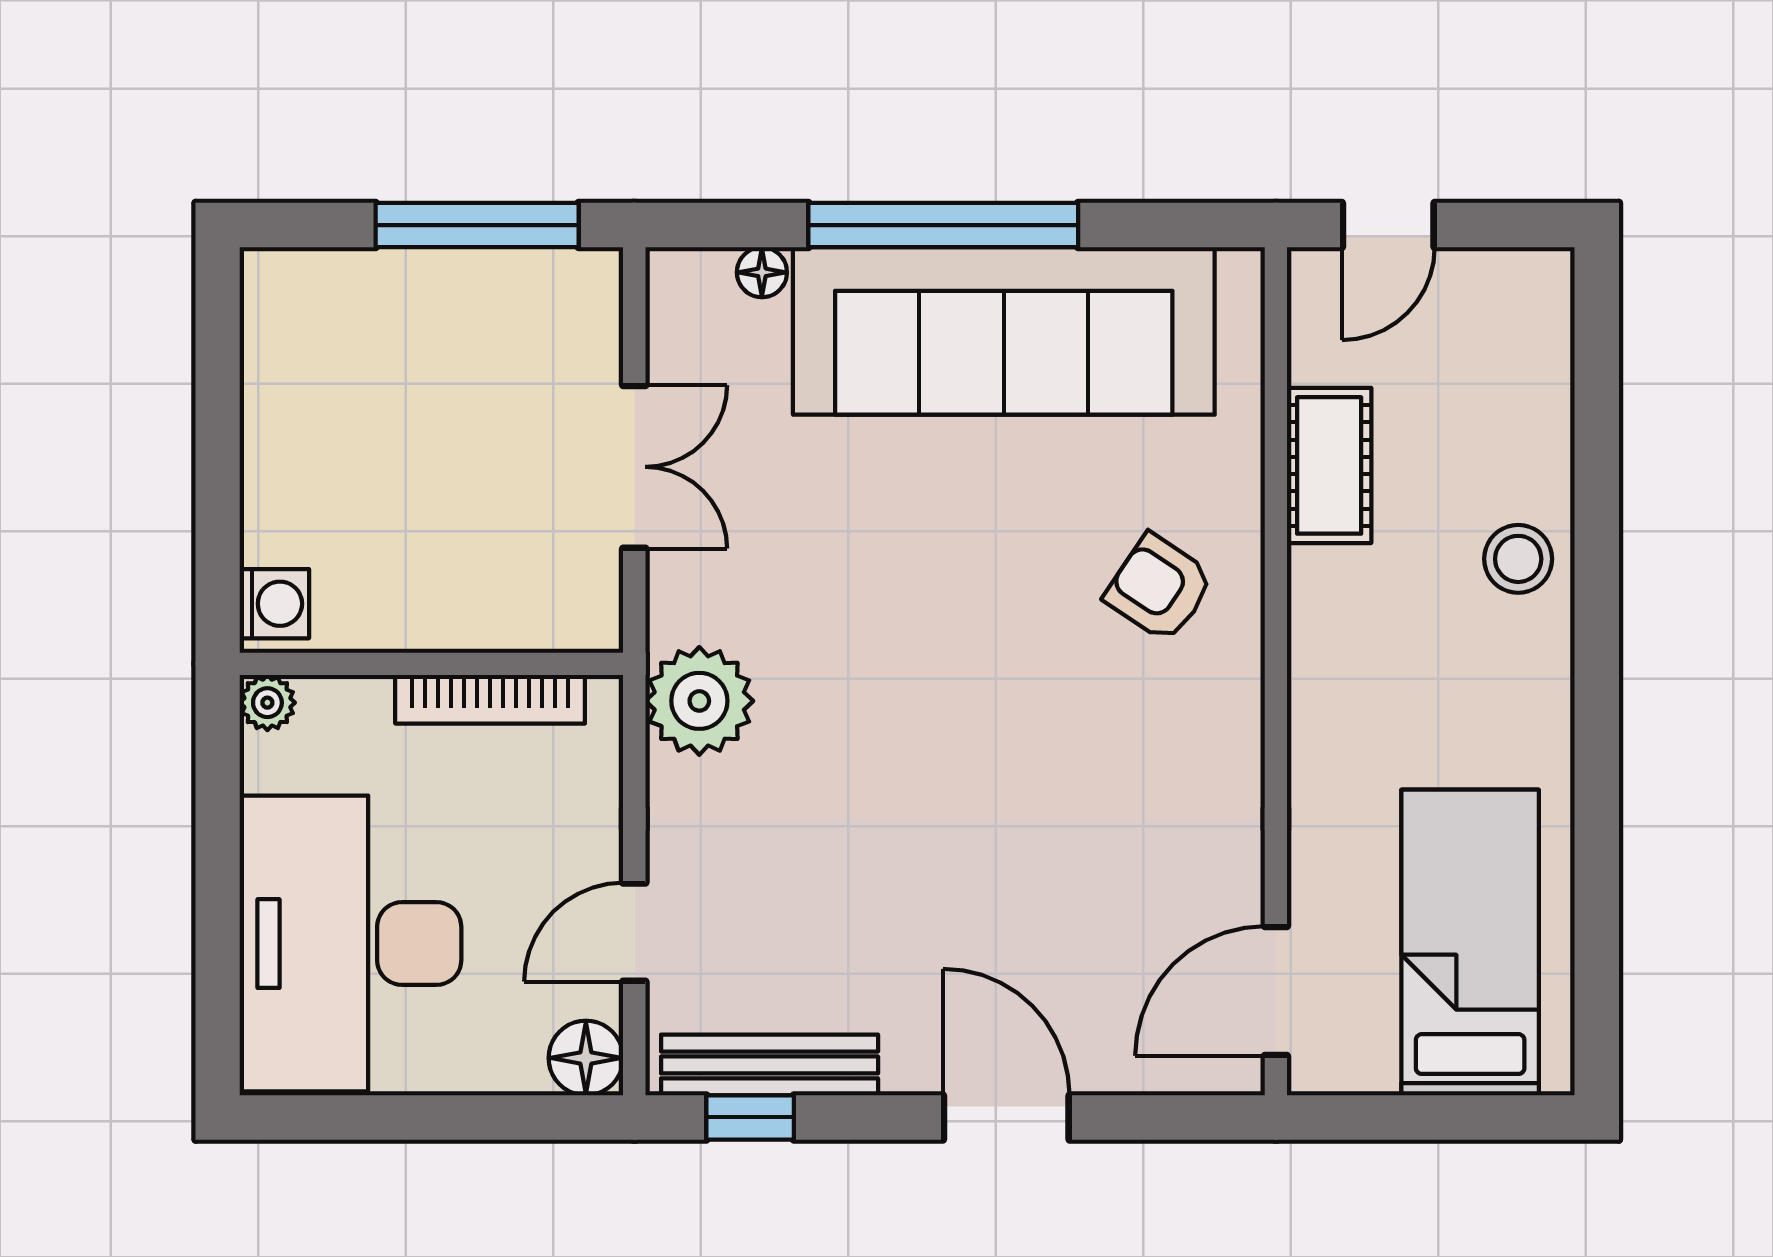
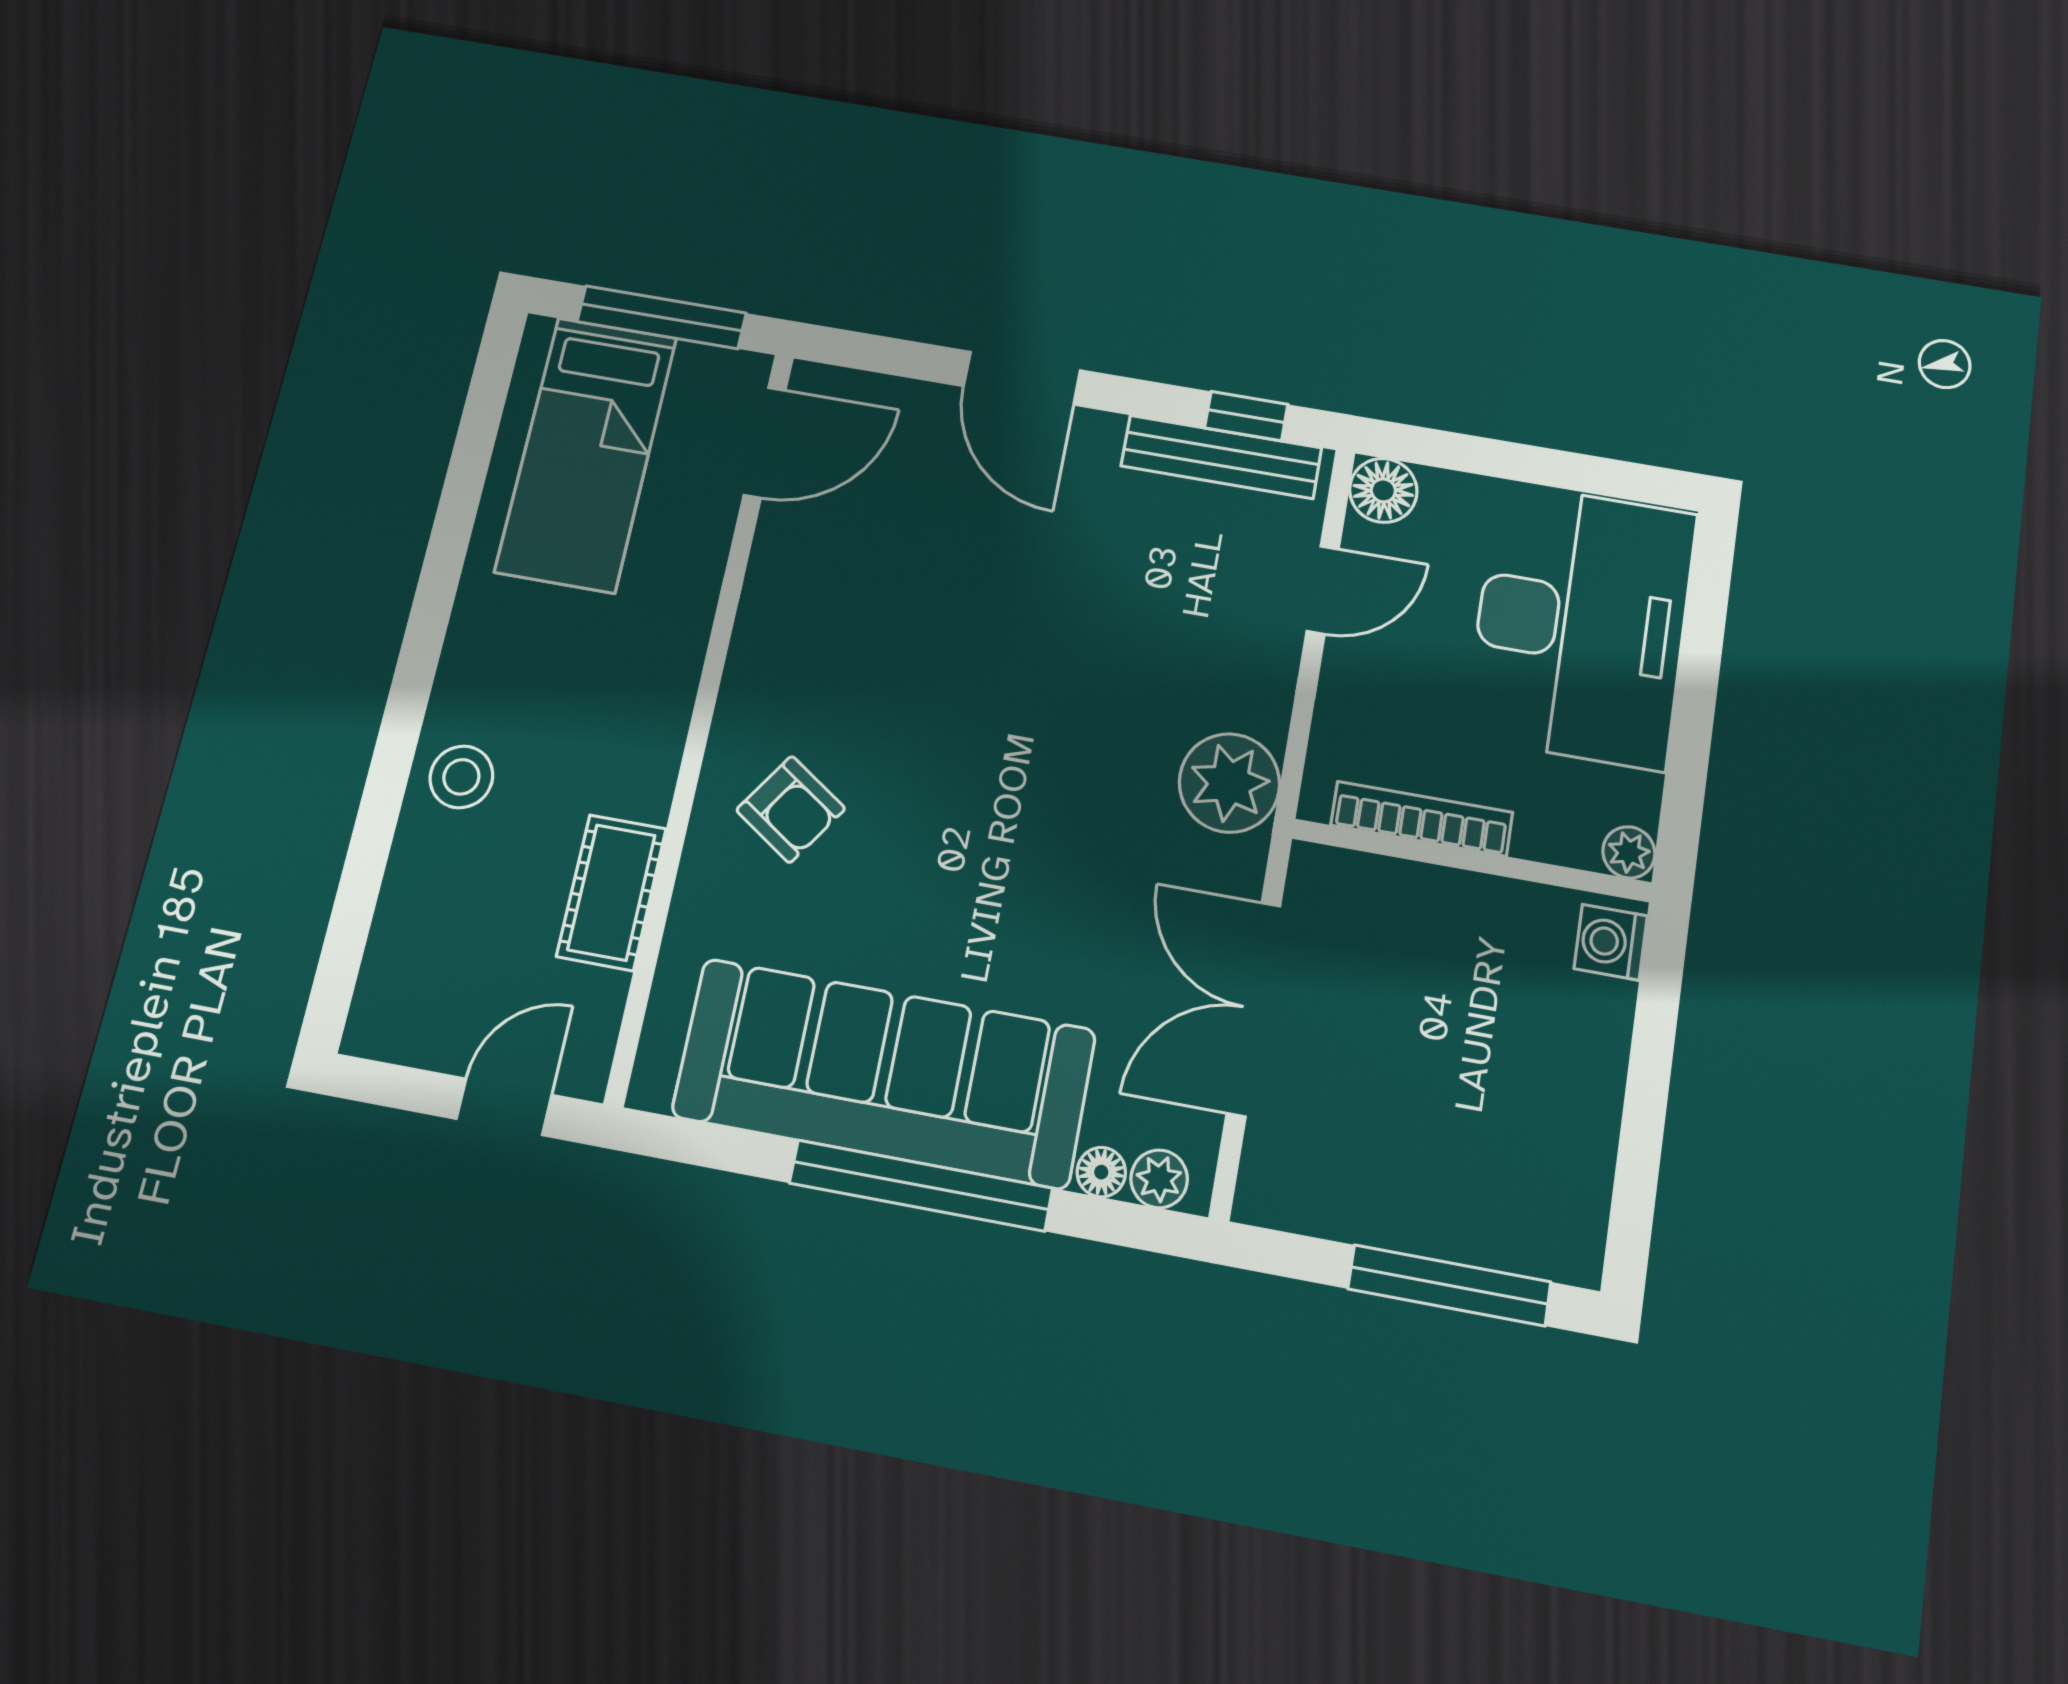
window: (477, 225) -> (1449, 1285), moved
plant: (702, 276) -> (1159, 1179), added
double door: (634, 467) -> (1254, 1009), width x1.37
window: (1423, 1117) -> (662, 317), added

